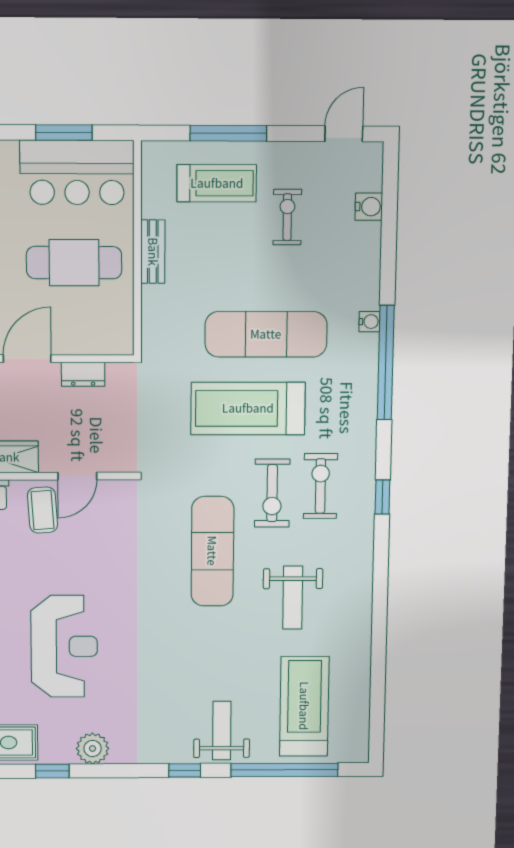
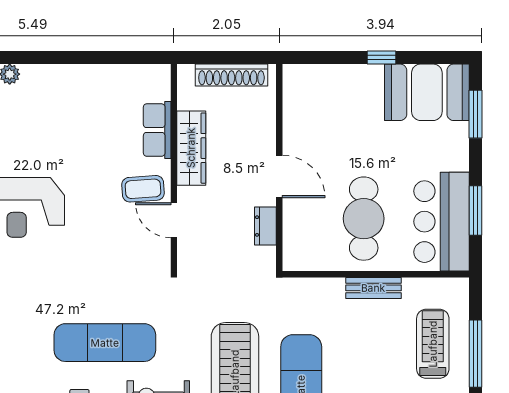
treadmill: (217, 183) -> (433, 344), turned 180

